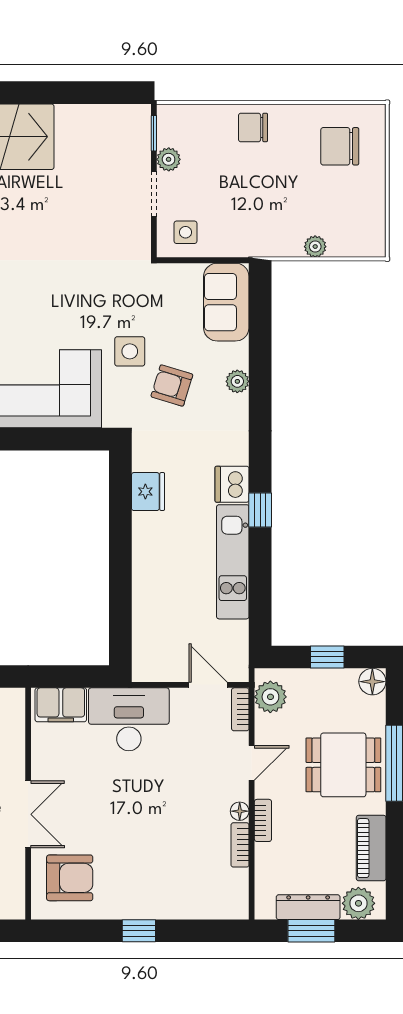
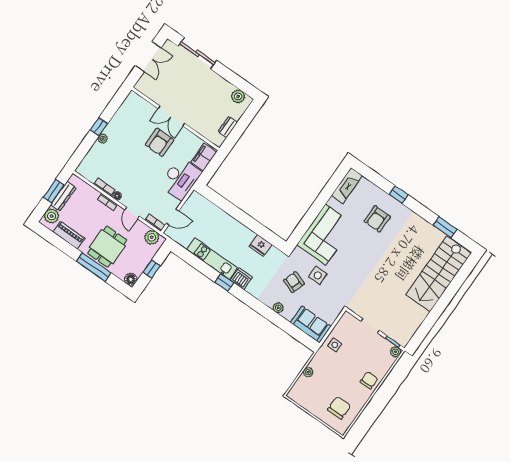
plant: (169, 159) -> (396, 352), moved
side table: (186, 232) -> (335, 345), moved
armchair: (172, 386) -> (294, 282), turned -88
armchair: (70, 878) -> (160, 142), moved
plant: (155, 909) -> (103, 139), added

